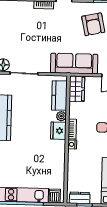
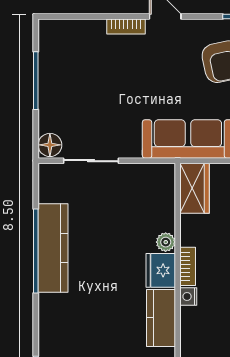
kitchen counter: (59, 95) -> (161, 318), moved

